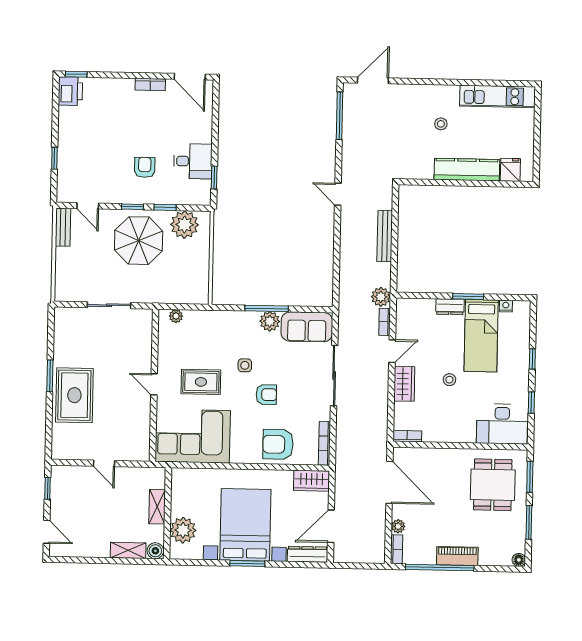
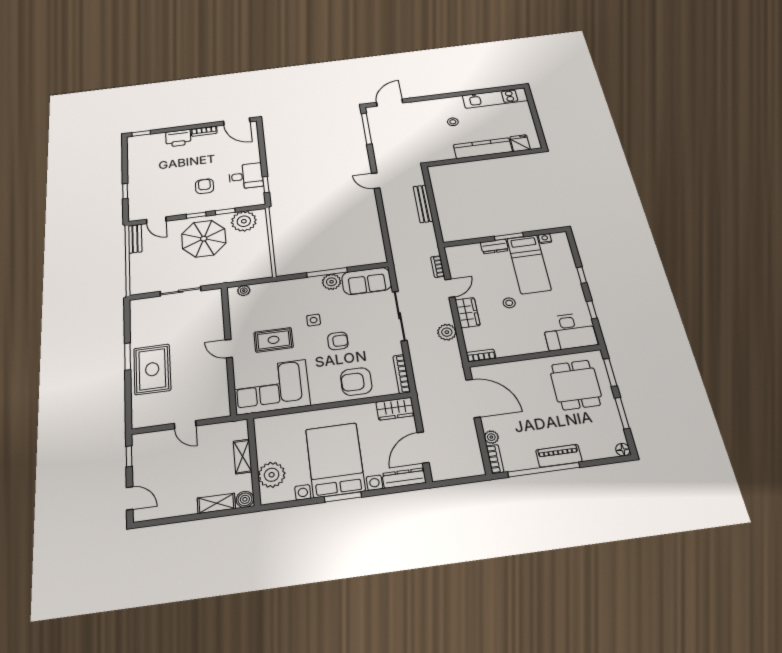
printer: (70, 91) -> (178, 138), moved, turned 90
plant: (381, 297) -> (447, 332), moved

